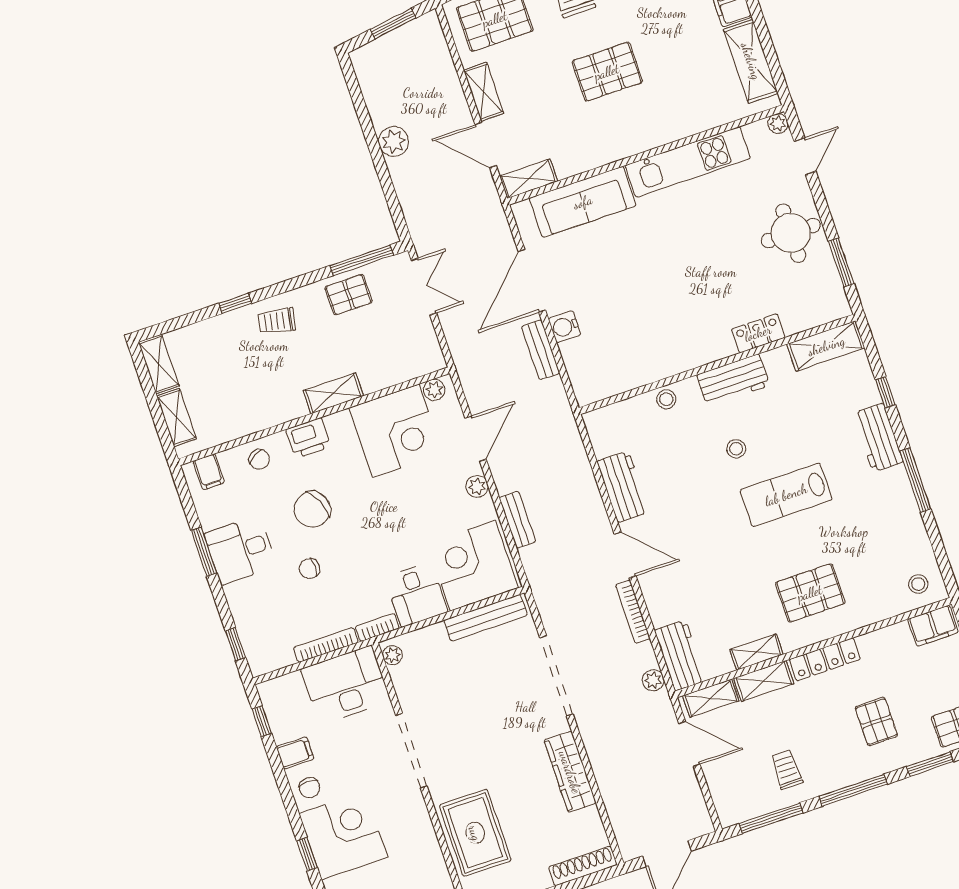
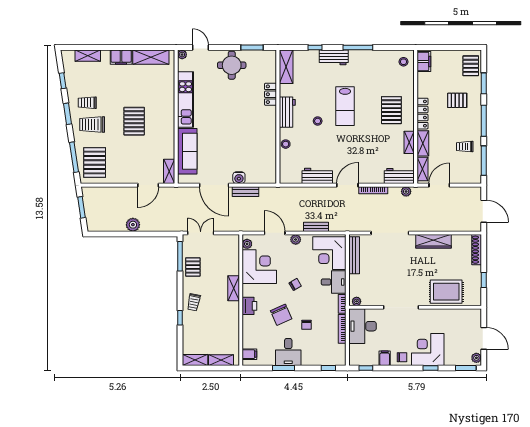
shelving: (484, 92) -> (125, 178), removed
chair: (259, 459) -> (295, 284), moved

